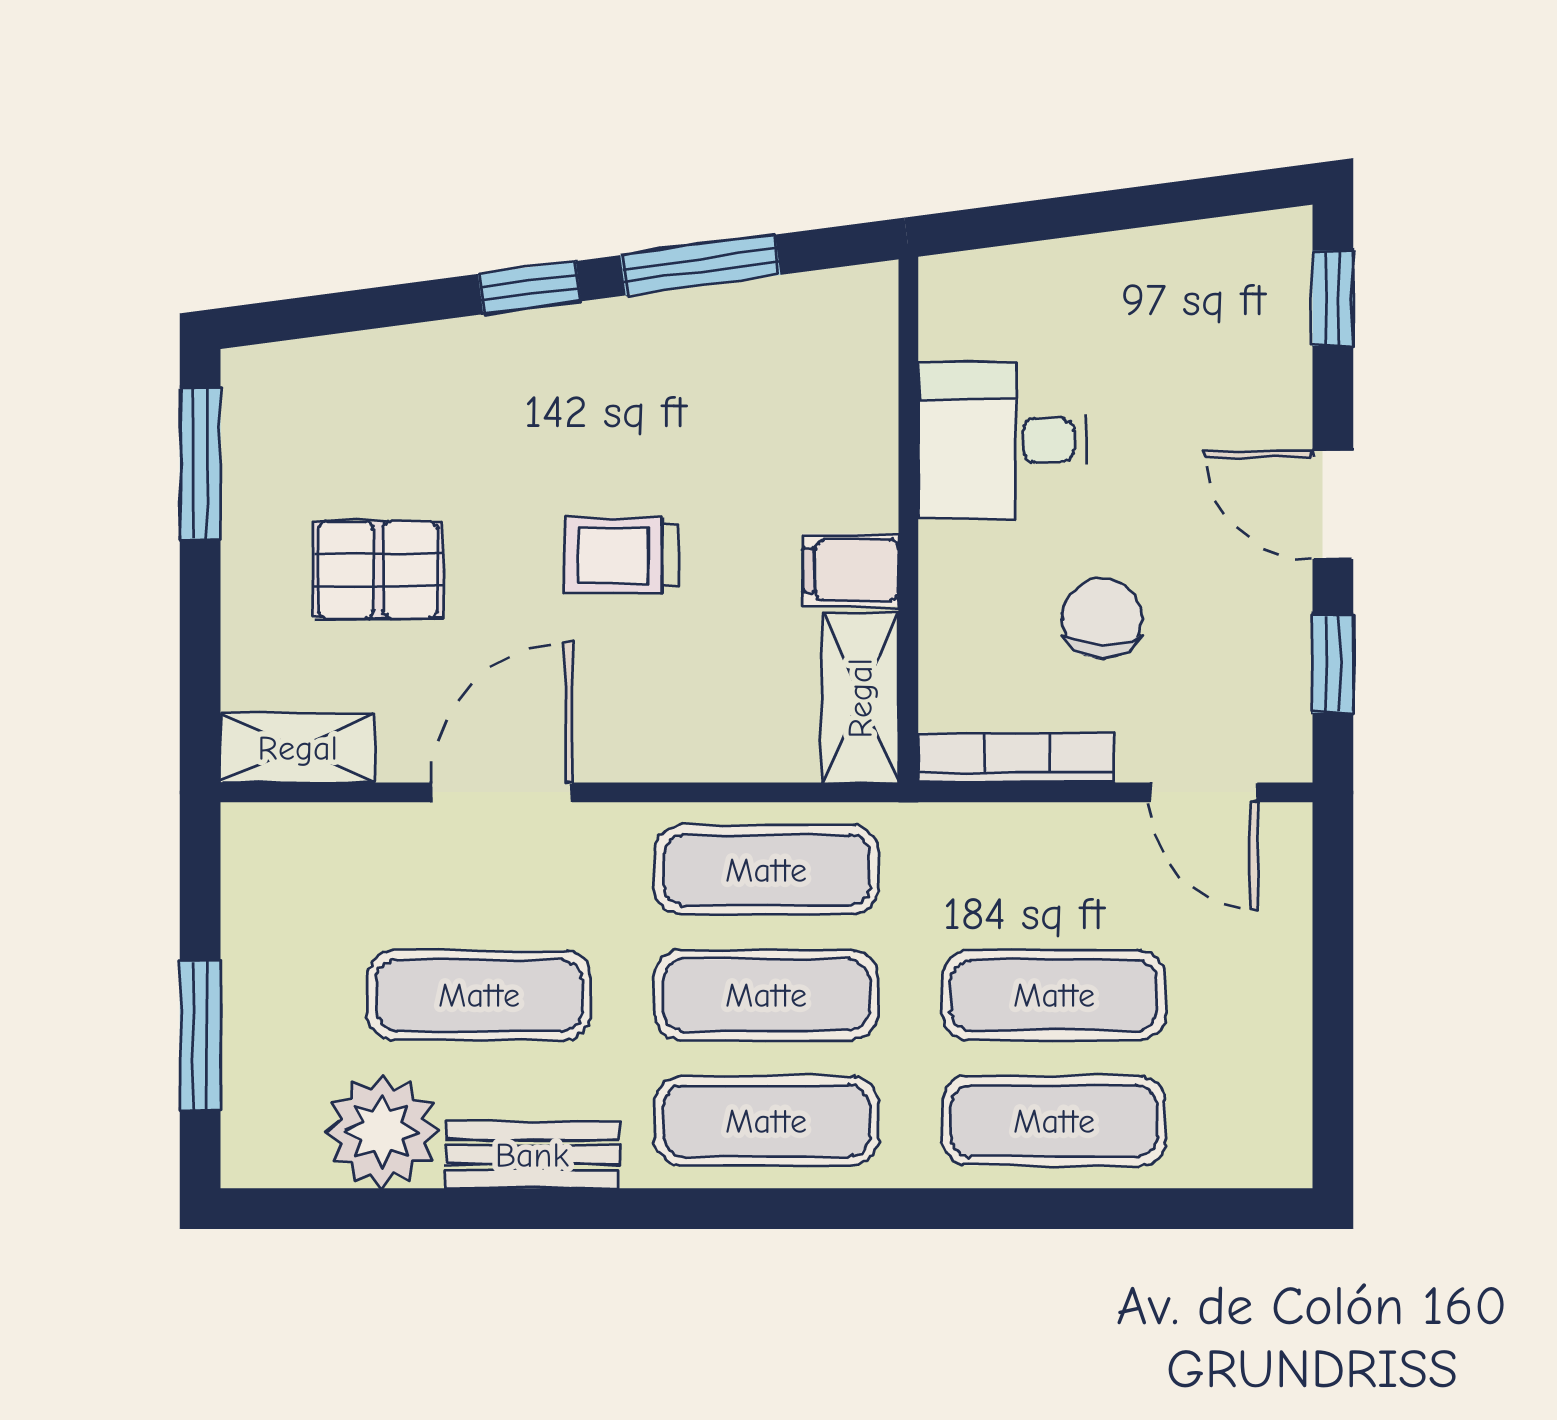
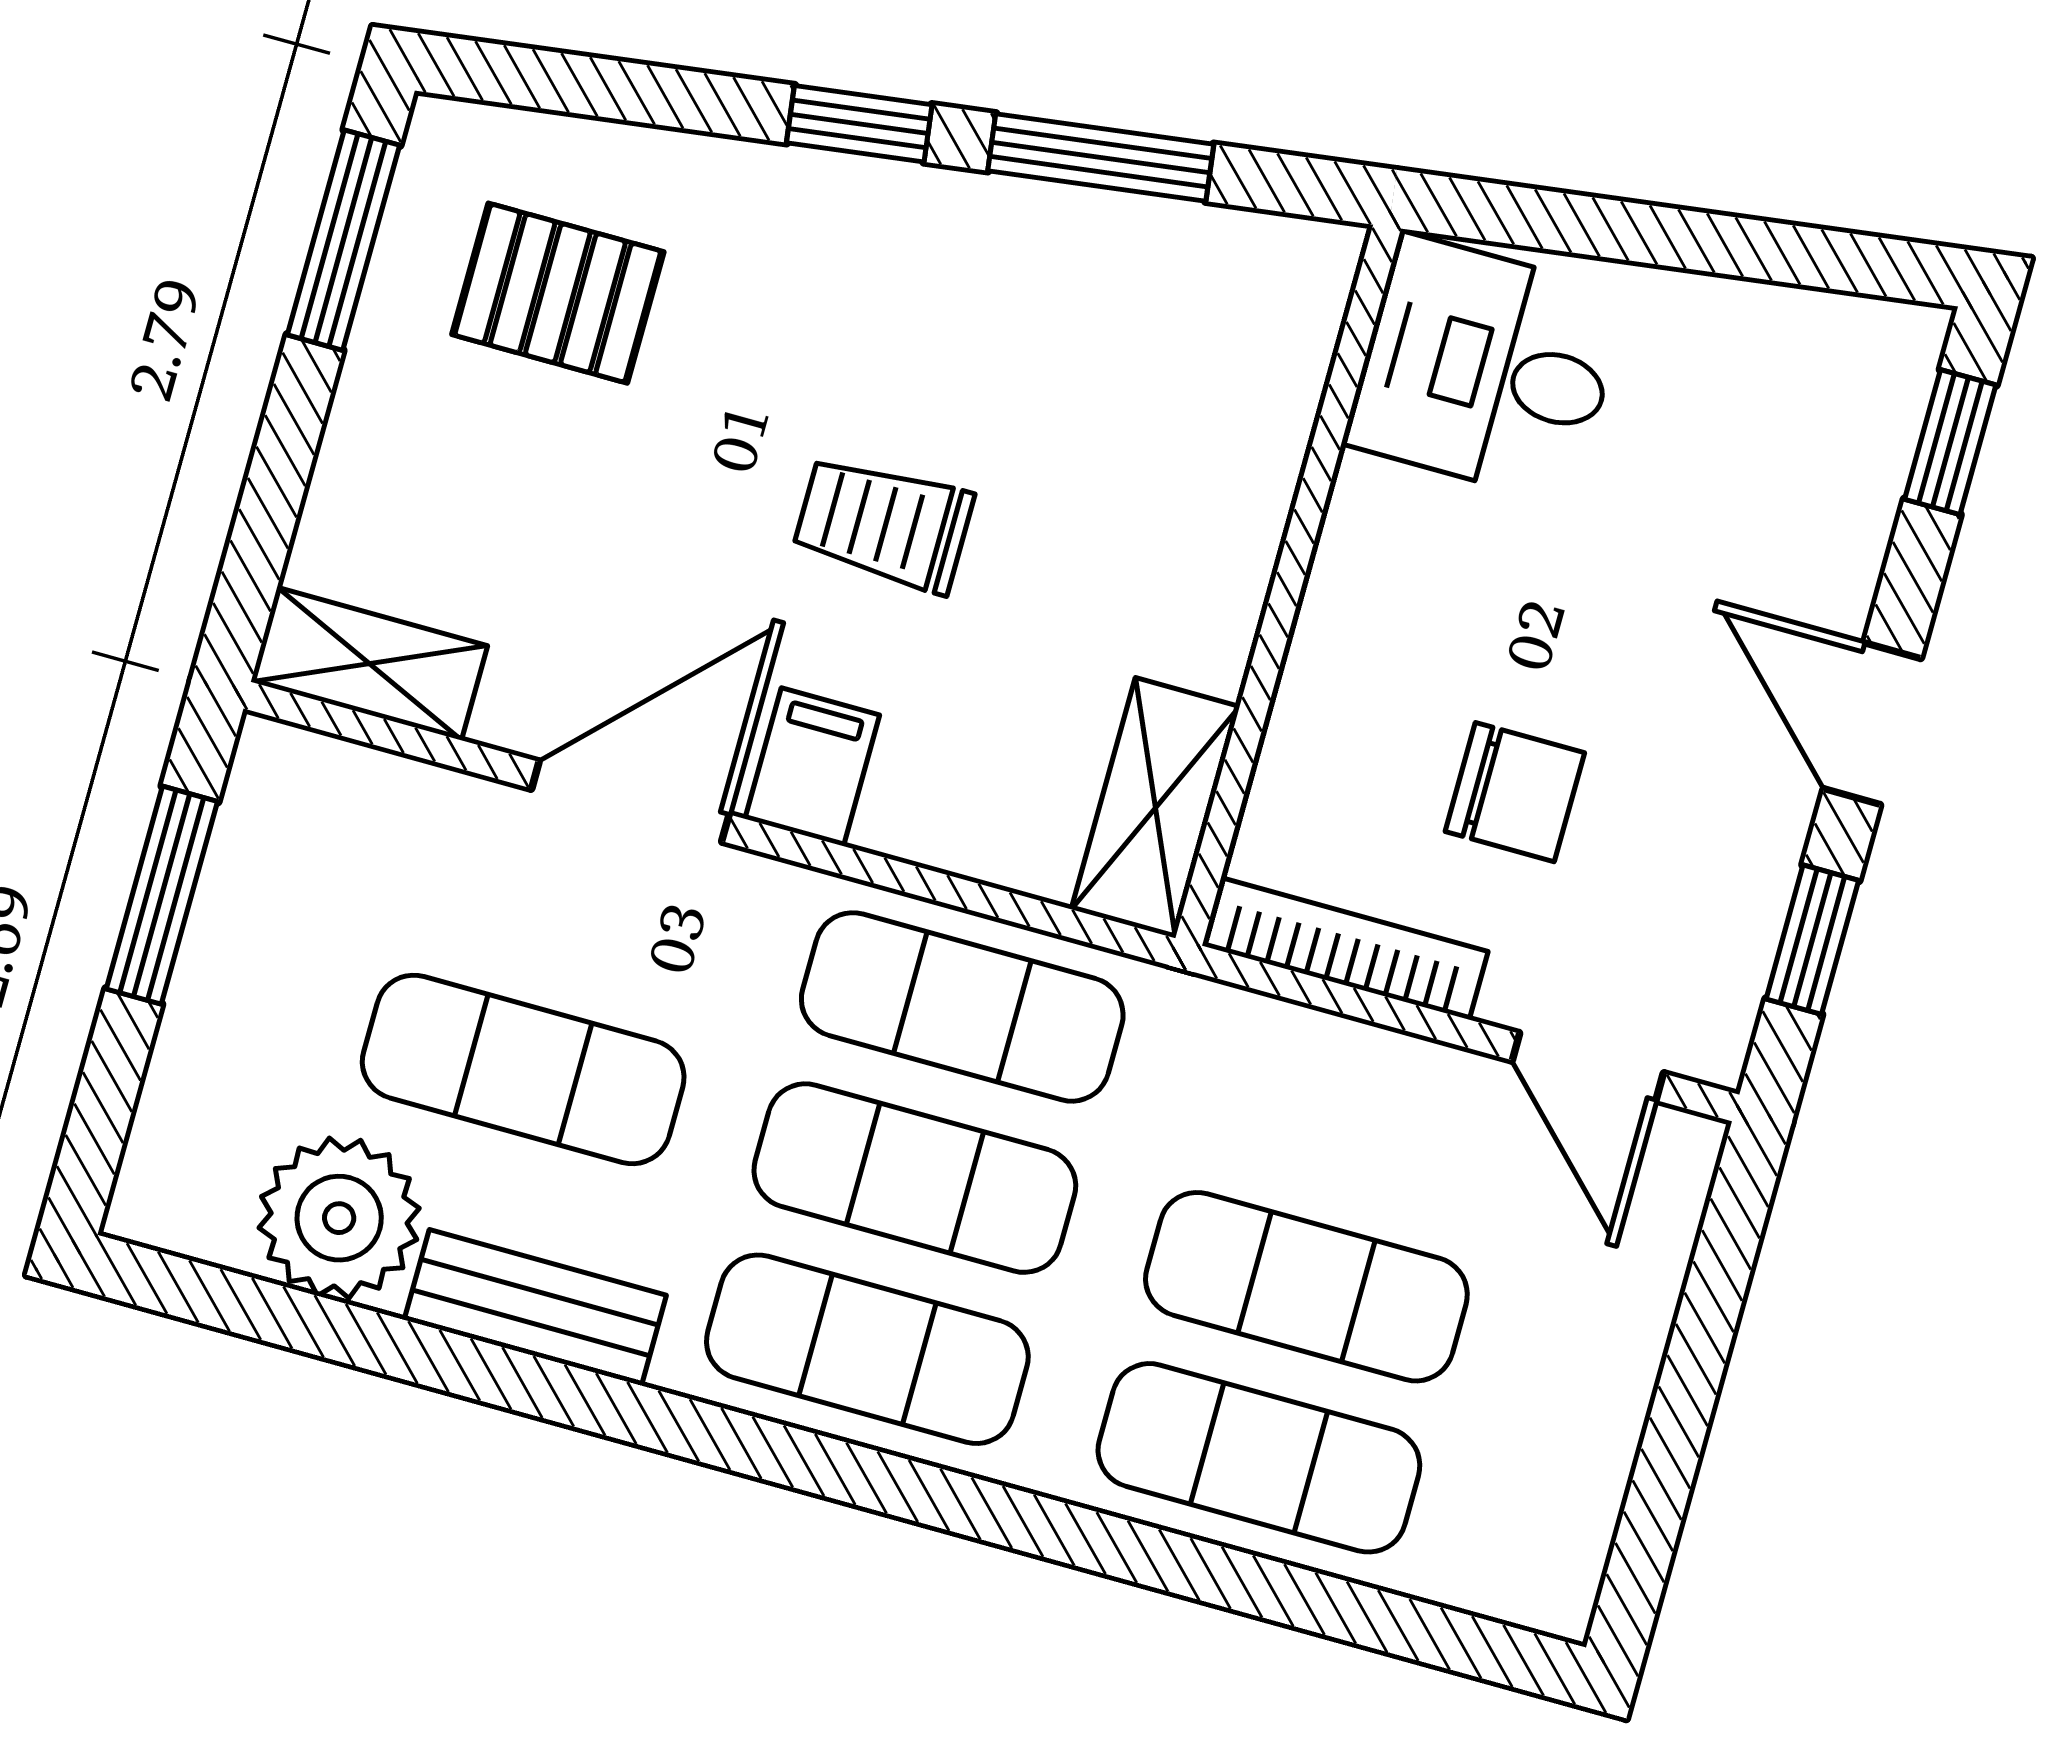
desk: (1003, 440) -> (1486, 369), moved
pallet: (378, 570) -> (558, 293), moved
filing cabinet: (851, 570) -> (812, 767), moved, turned 90
chair: (1102, 619) -> (1515, 792), turned 90
window: (200, 1036) -> (162, 895), moved

